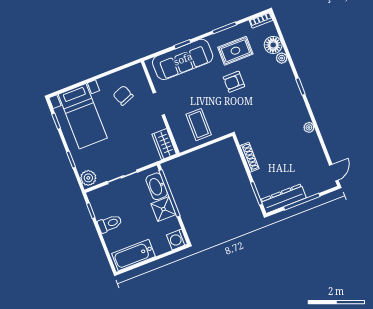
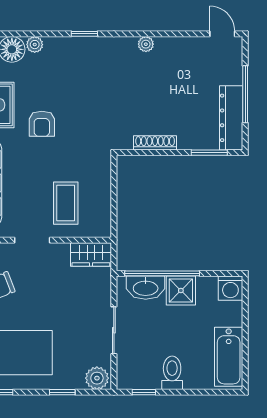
coffee table: (199, 125) -> (66, 203), moved, turned 90

